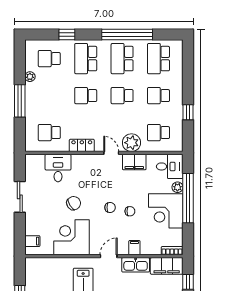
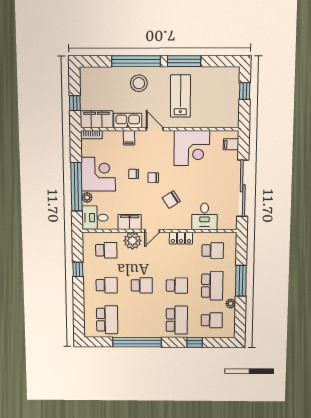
school desk: (122, 59) -> (212, 286), moved
door: (111, 153) -> (152, 231), hinge flipped
sliding door: (20, 197) -> (243, 188), width x1.86
chair: (74, 203) -> (171, 200), moved
door: (109, 256) -> (155, 129), swing flipped

